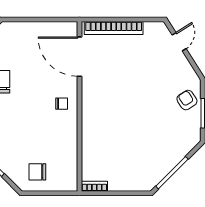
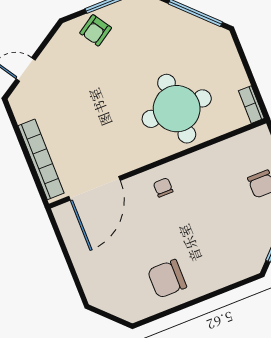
round table: (112, 134) -> (177, 109), added

